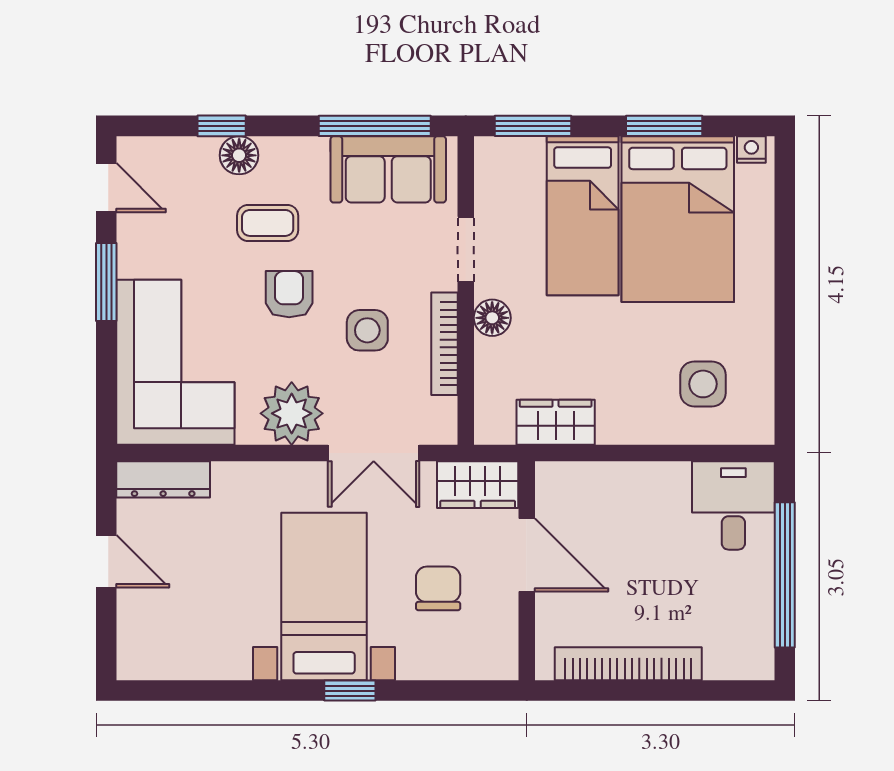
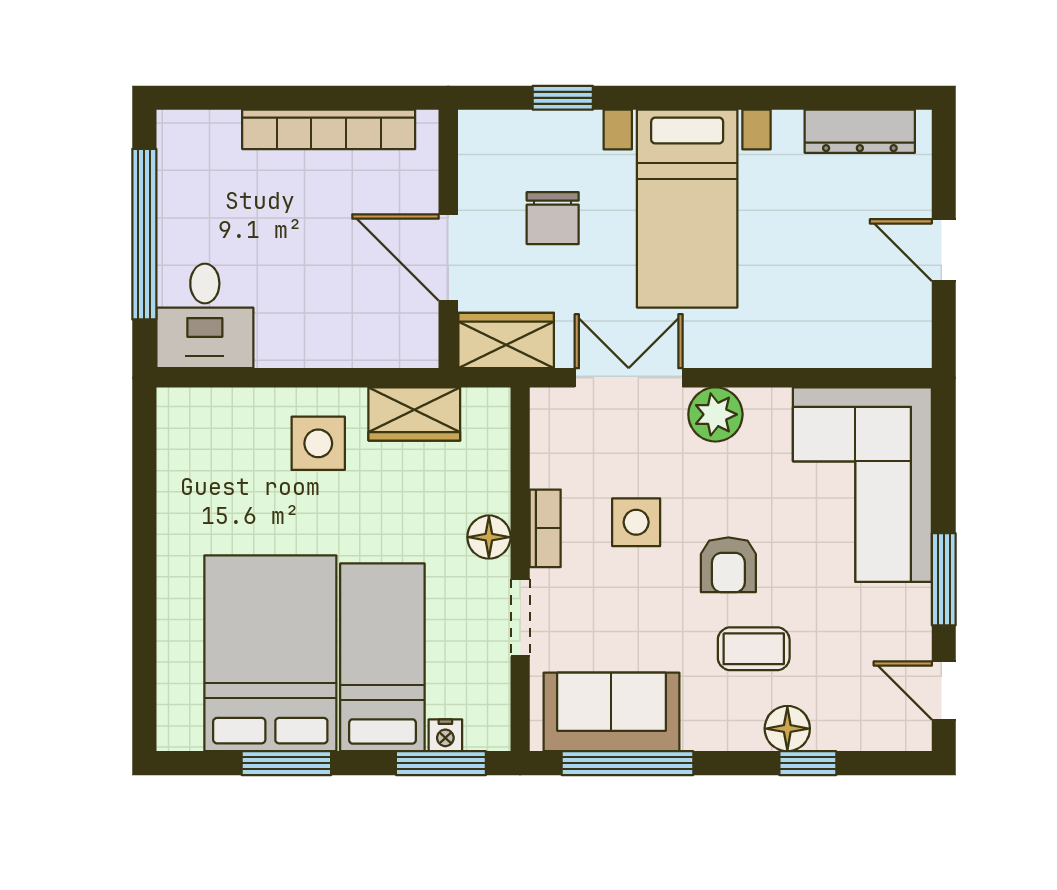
nightstand: (751, 150) -> (445, 735), moved
bookcase: (445, 344) -> (545, 528), width x0.64
side table: (703, 384) -> (318, 443), moved
plant: (292, 413) -> (715, 414), width x0.73, depth x0.73
dresser: (163, 479) -> (860, 131), moved, turned 180
window: (350, 691) -> (563, 98), moved

